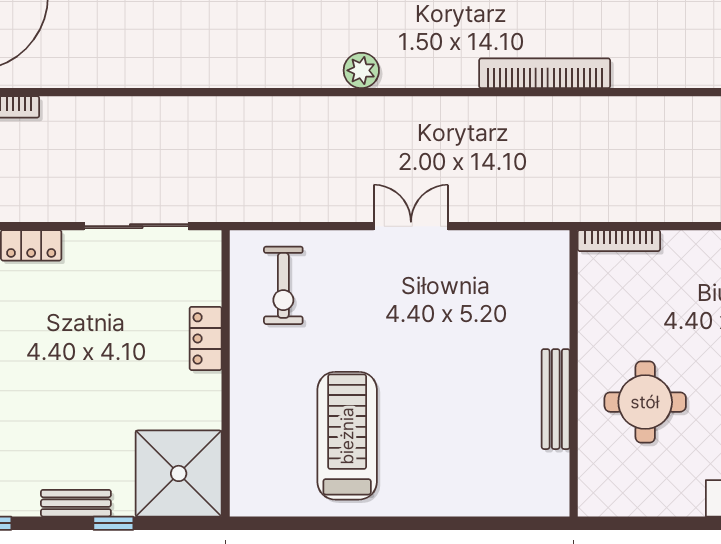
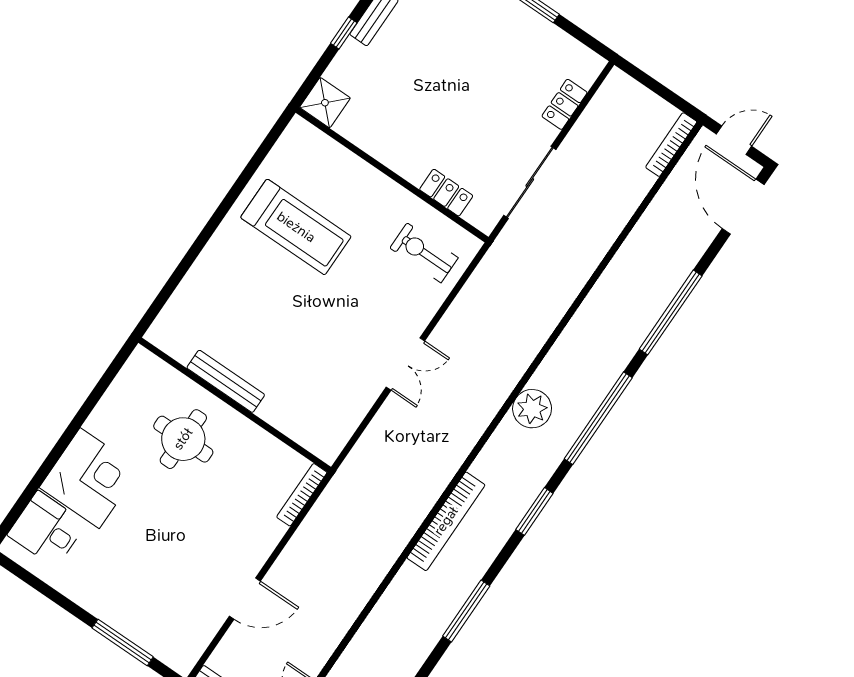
plant: (361, 70) -> (532, 409), width x1.36, depth x1.36
locker: (206, 338) -> (446, 193), moved
shower: (179, 473) -> (325, 103), width x0.54, depth x0.54

